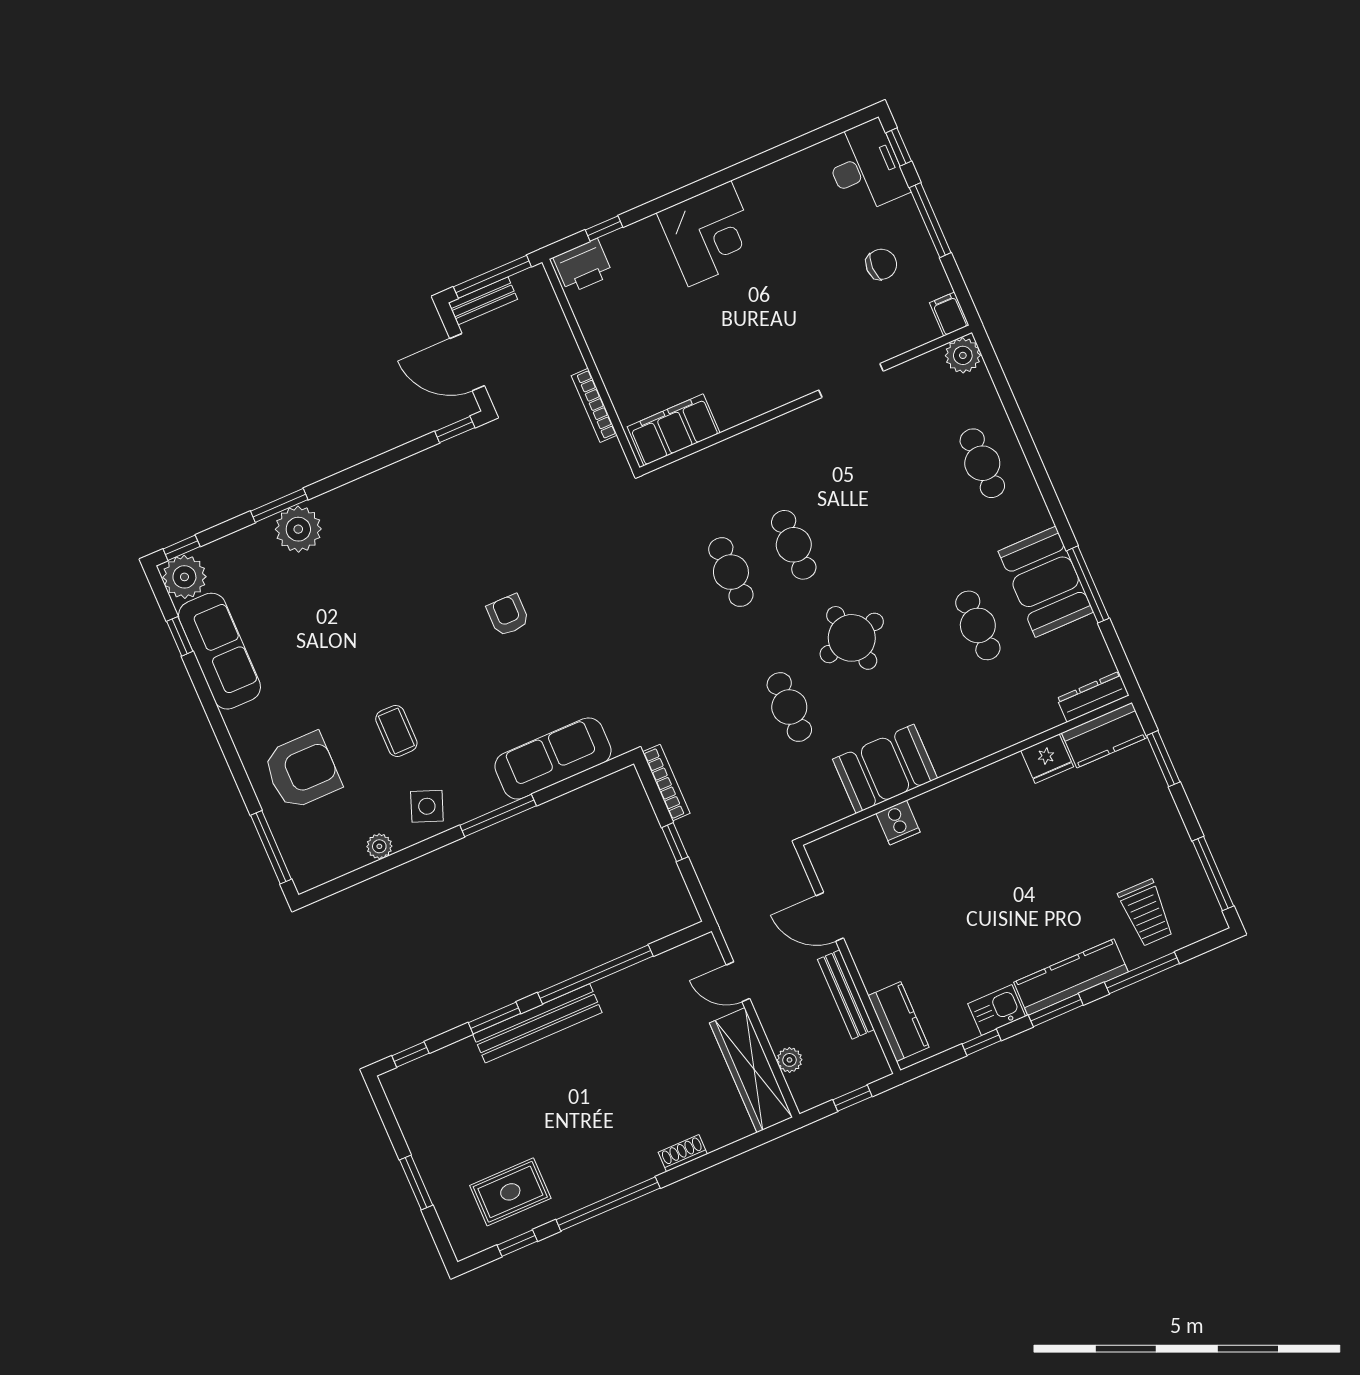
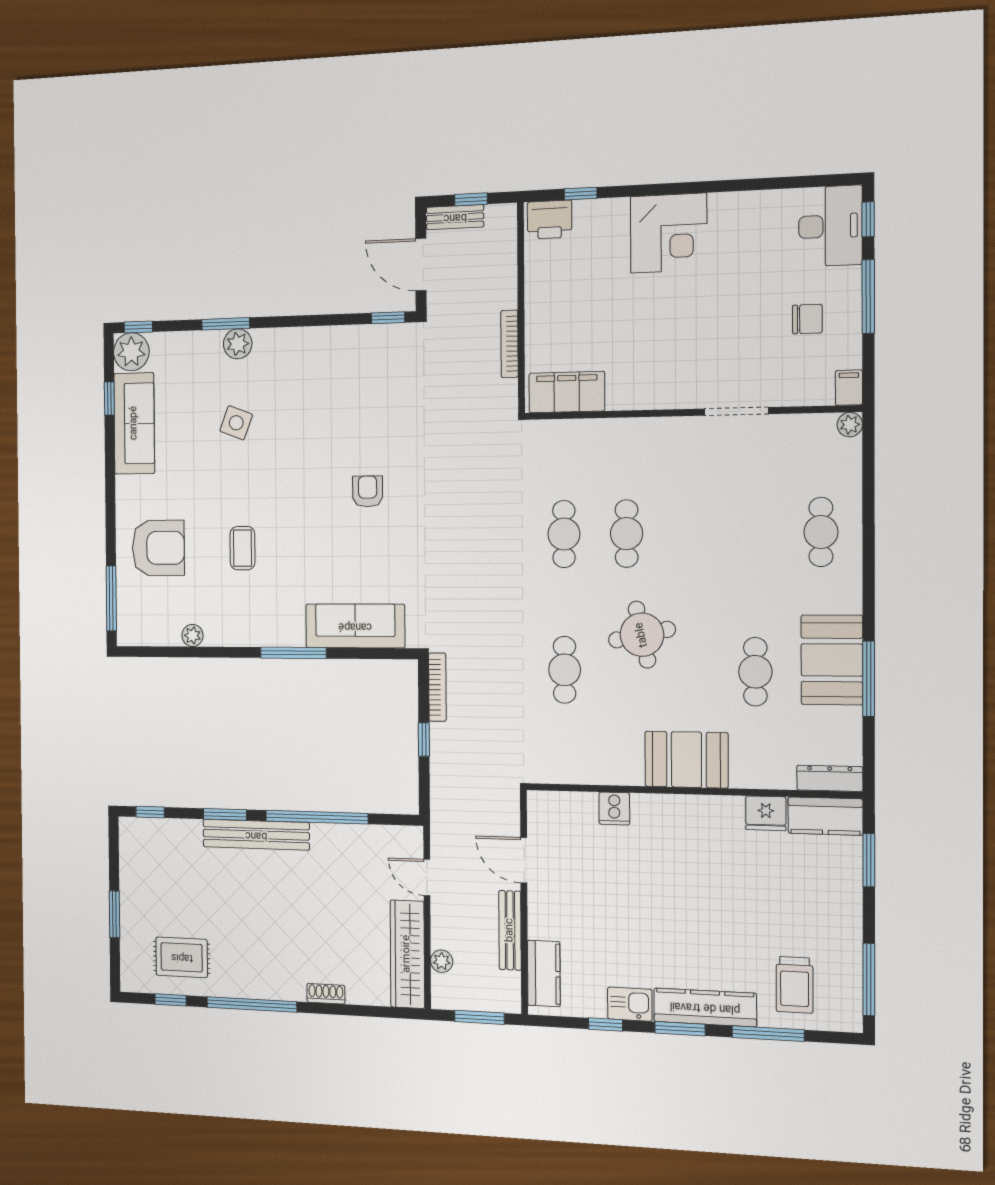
window: (492, 277) -> (471, 199), width x0.46
plant: (963, 355) -> (850, 425), width x0.73, depth x0.73
plant: (298, 529) -> (238, 344), width x0.73, depth x0.73
booth: (885, 769) -> (686, 760), moved
side table: (427, 806) -> (236, 423), moved
window: (853, 1098) -> (479, 1017), width x1.50

